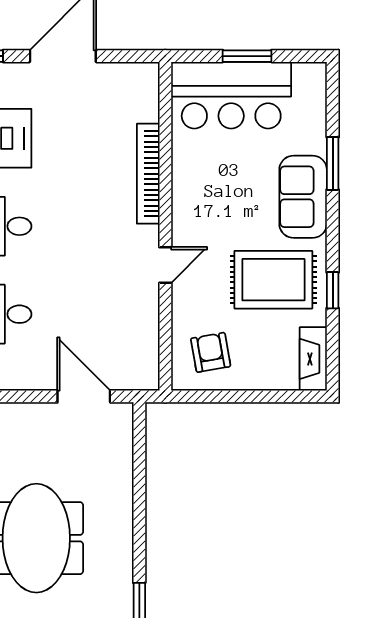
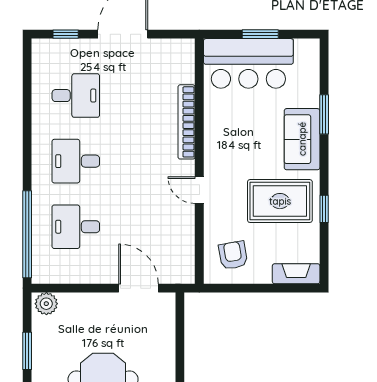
door: (165, 265) -> (199, 190), swing flipped
fireplace: (313, 359) -> (296, 274), moved, turned 90

